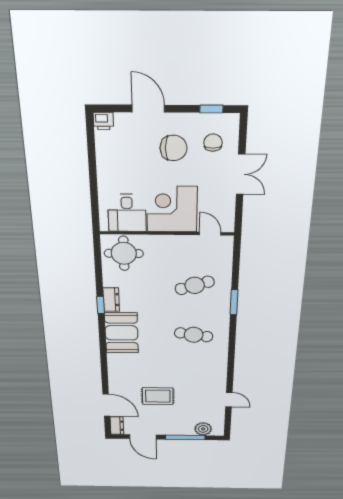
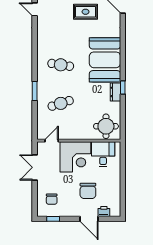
printer: (103, 121) -> (104, 212), moved
chair: (174, 148) -> (88, 191), moved, turned -90
double door: (241, 174) -> (35, 167), moved
door: (210, 234) -> (52, 141), swing flipped
booth: (121, 333) -> (105, 60), width x1.36, depth x1.42

